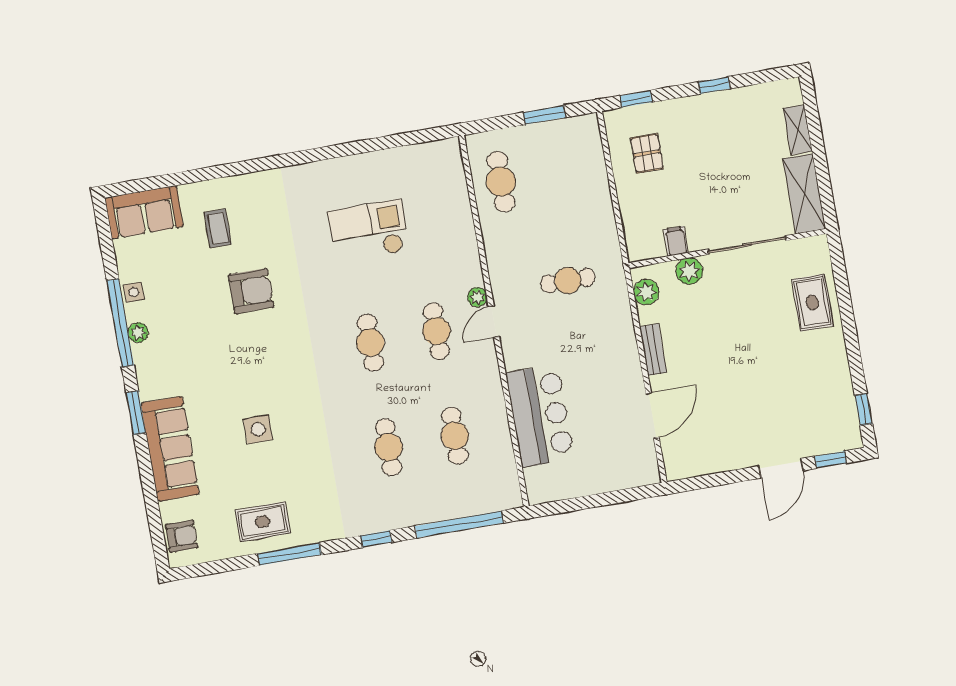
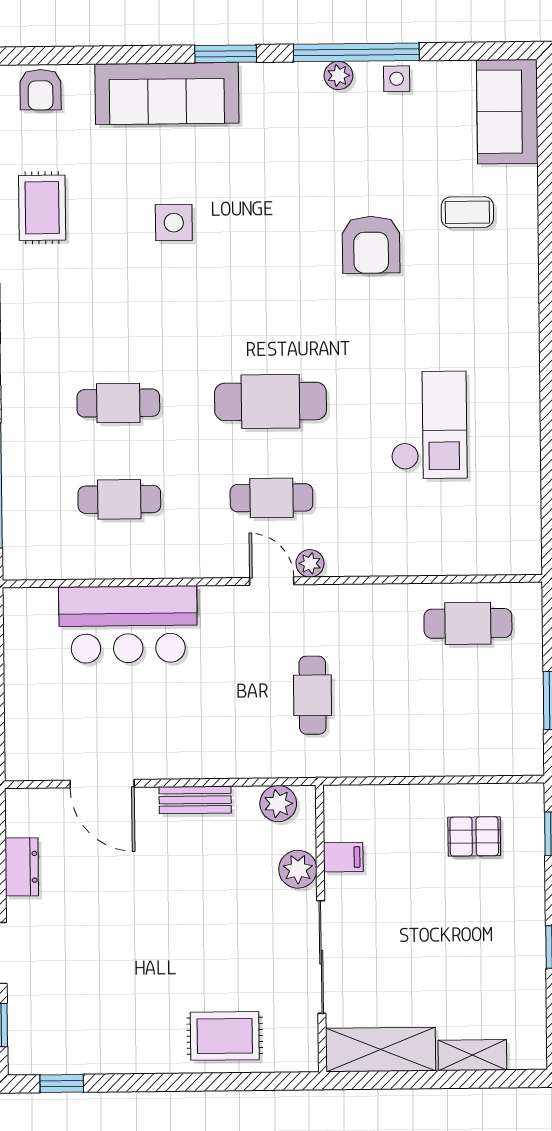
cafe table: (370, 343) -> (270, 401), width x1.37, depth x1.35
dresser: (719, 461) -> (22, 867), added

